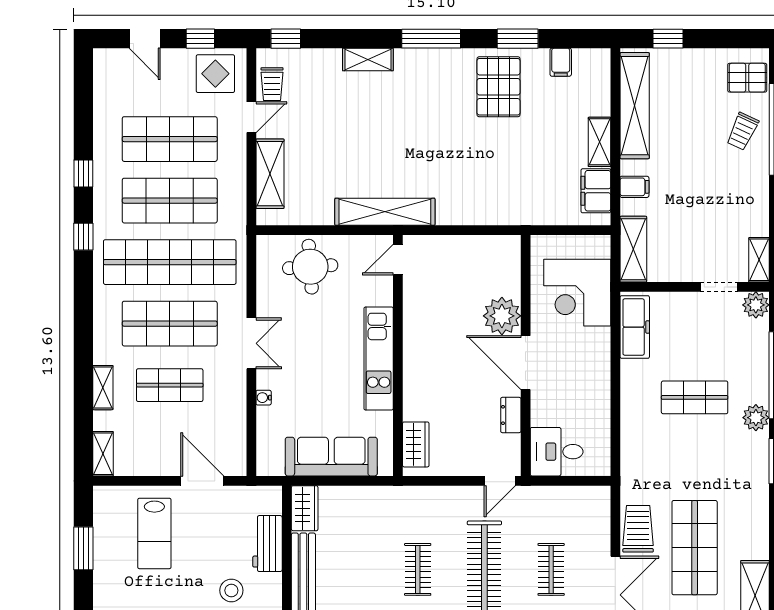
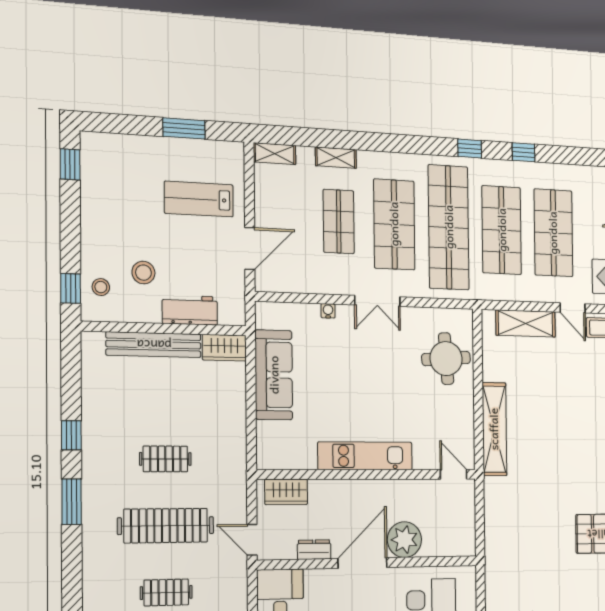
door: (398, 260) -> (454, 474), moved
wall: (398, 355) -> (368, 474), moved
kitchen unit: (379, 358) -> (365, 456), moved
wardrobe: (416, 444) -> (286, 492), moved

